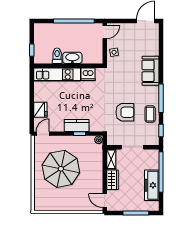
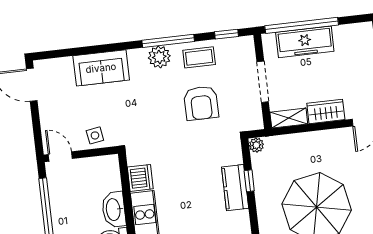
sofa: (150, 71) -> (101, 68), moved
plant: (153, 92) -> (159, 57), added
armchair: (125, 112) -> (201, 103), turned 180
freezer: (152, 185) -> (305, 42), moved

